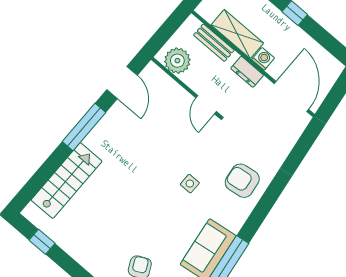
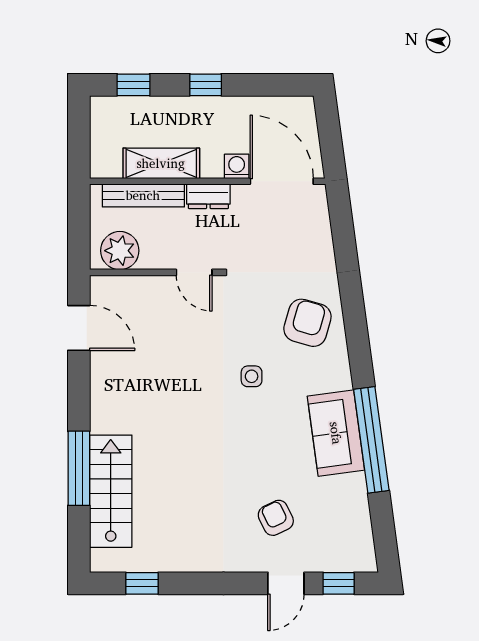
bench: (214, 43) -> (143, 195), width x1.36
washing machine: (263, 59) -> (237, 166), moved
window: (84, 127) -> (79, 468), moved
armchair: (242, 181) -> (307, 323), turned 114

